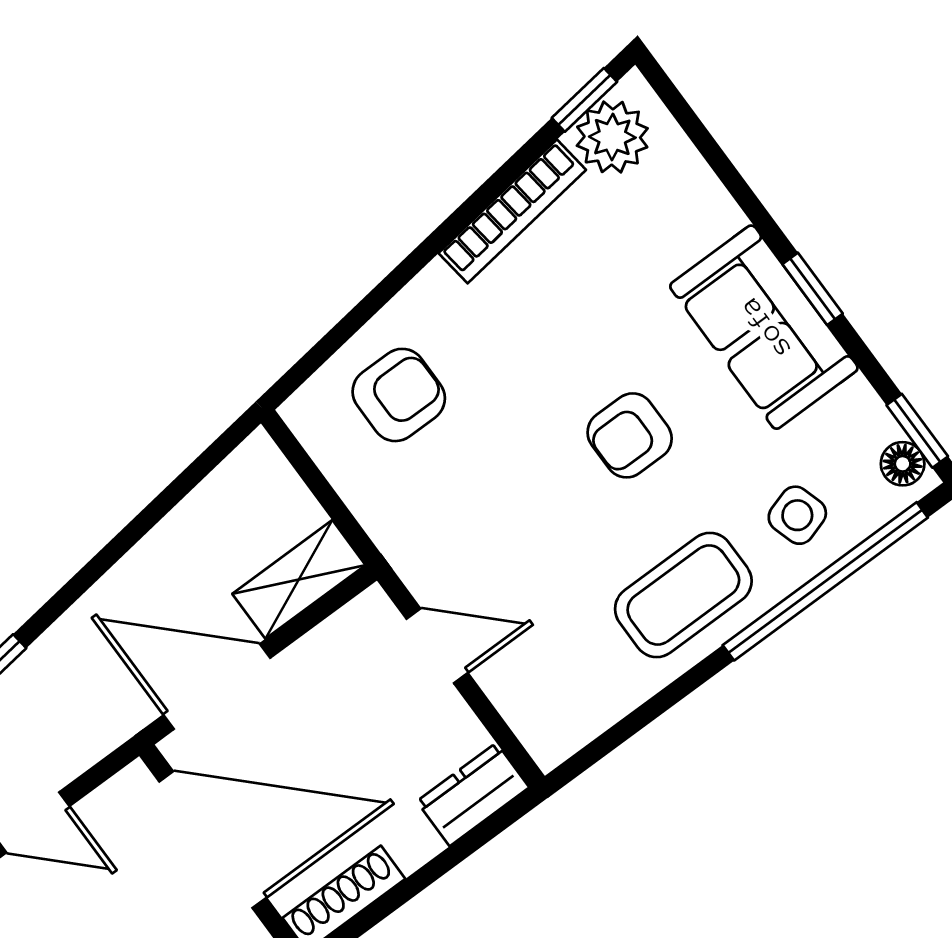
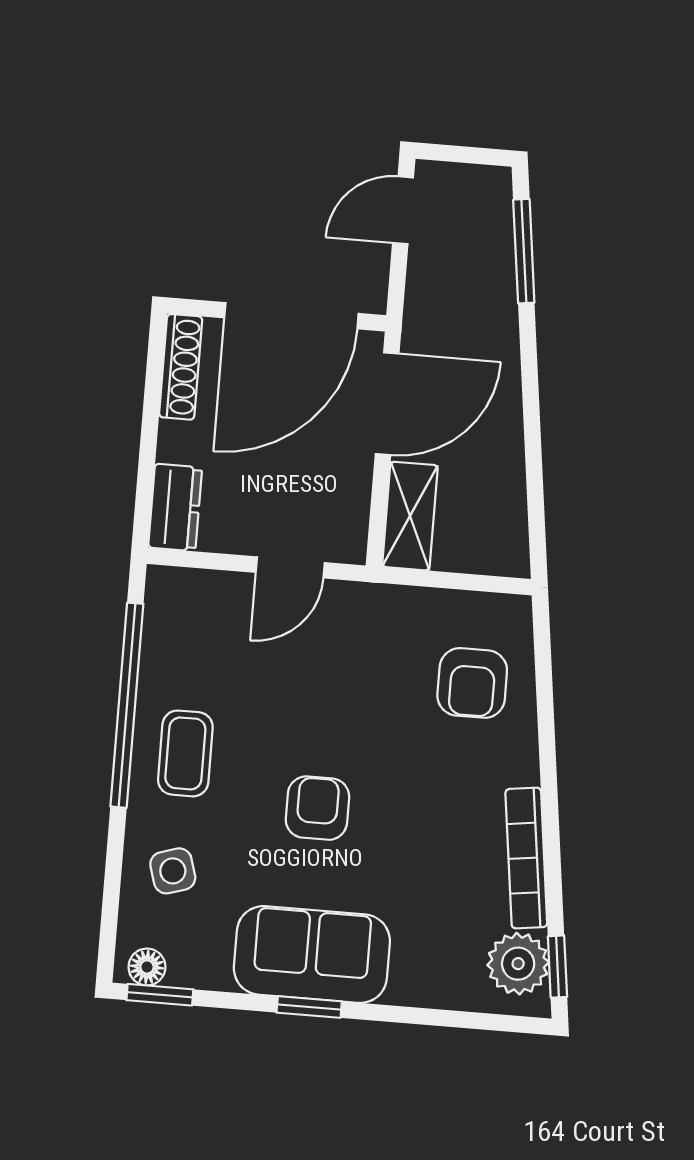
window: (825, 581) -> (127, 705), moved
coffee table: (683, 595) -> (185, 753), width x0.73, depth x0.77

